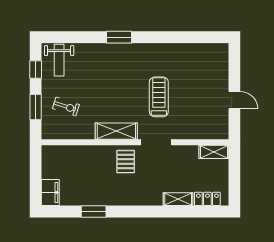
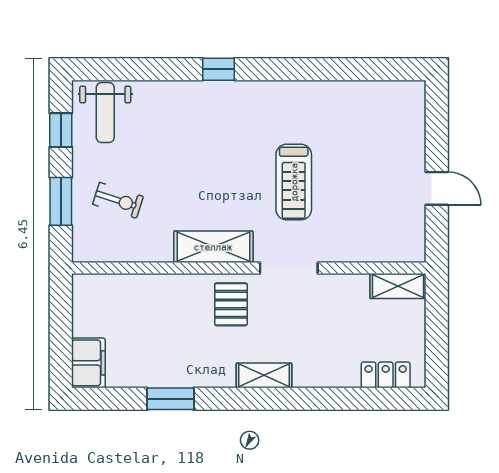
window: (119, 37) -> (218, 69), width x0.67
treadmill: (159, 97) -> (294, 182), turned 180
shelving: (178, 199) -> (264, 375), moved

